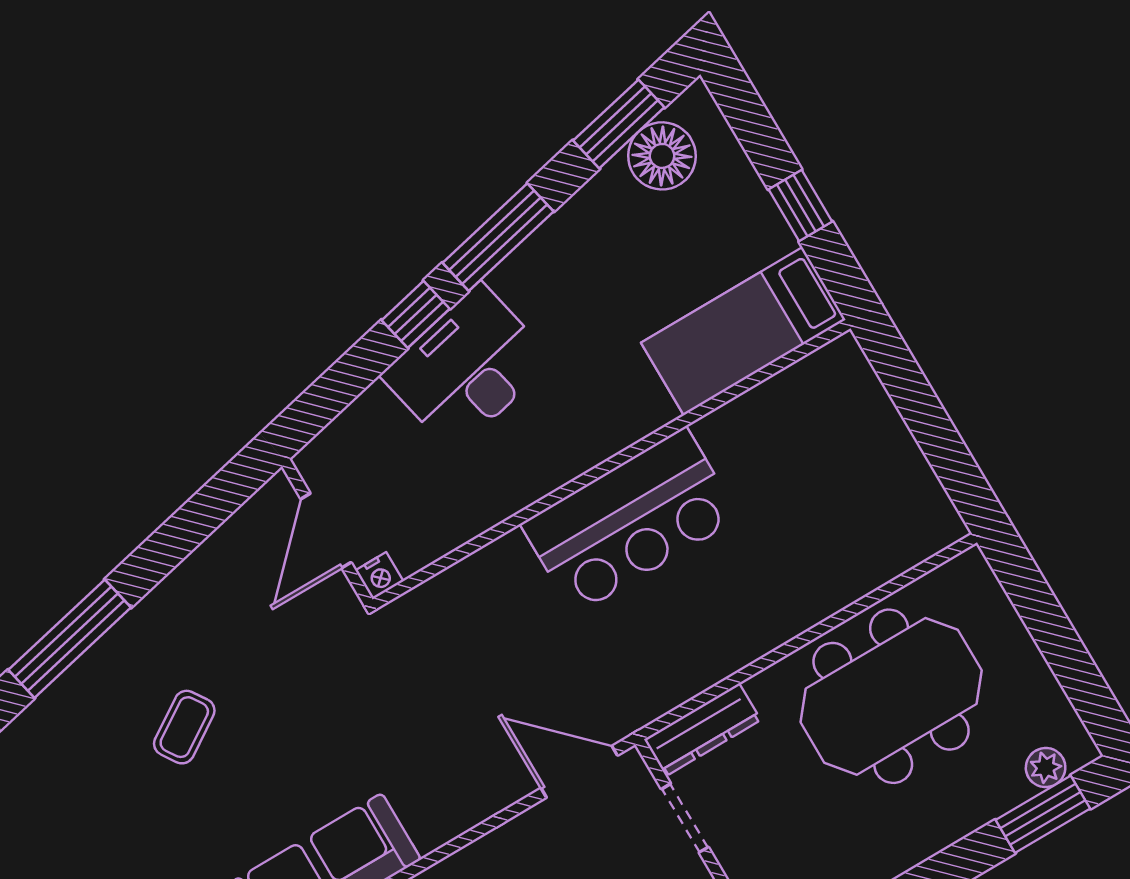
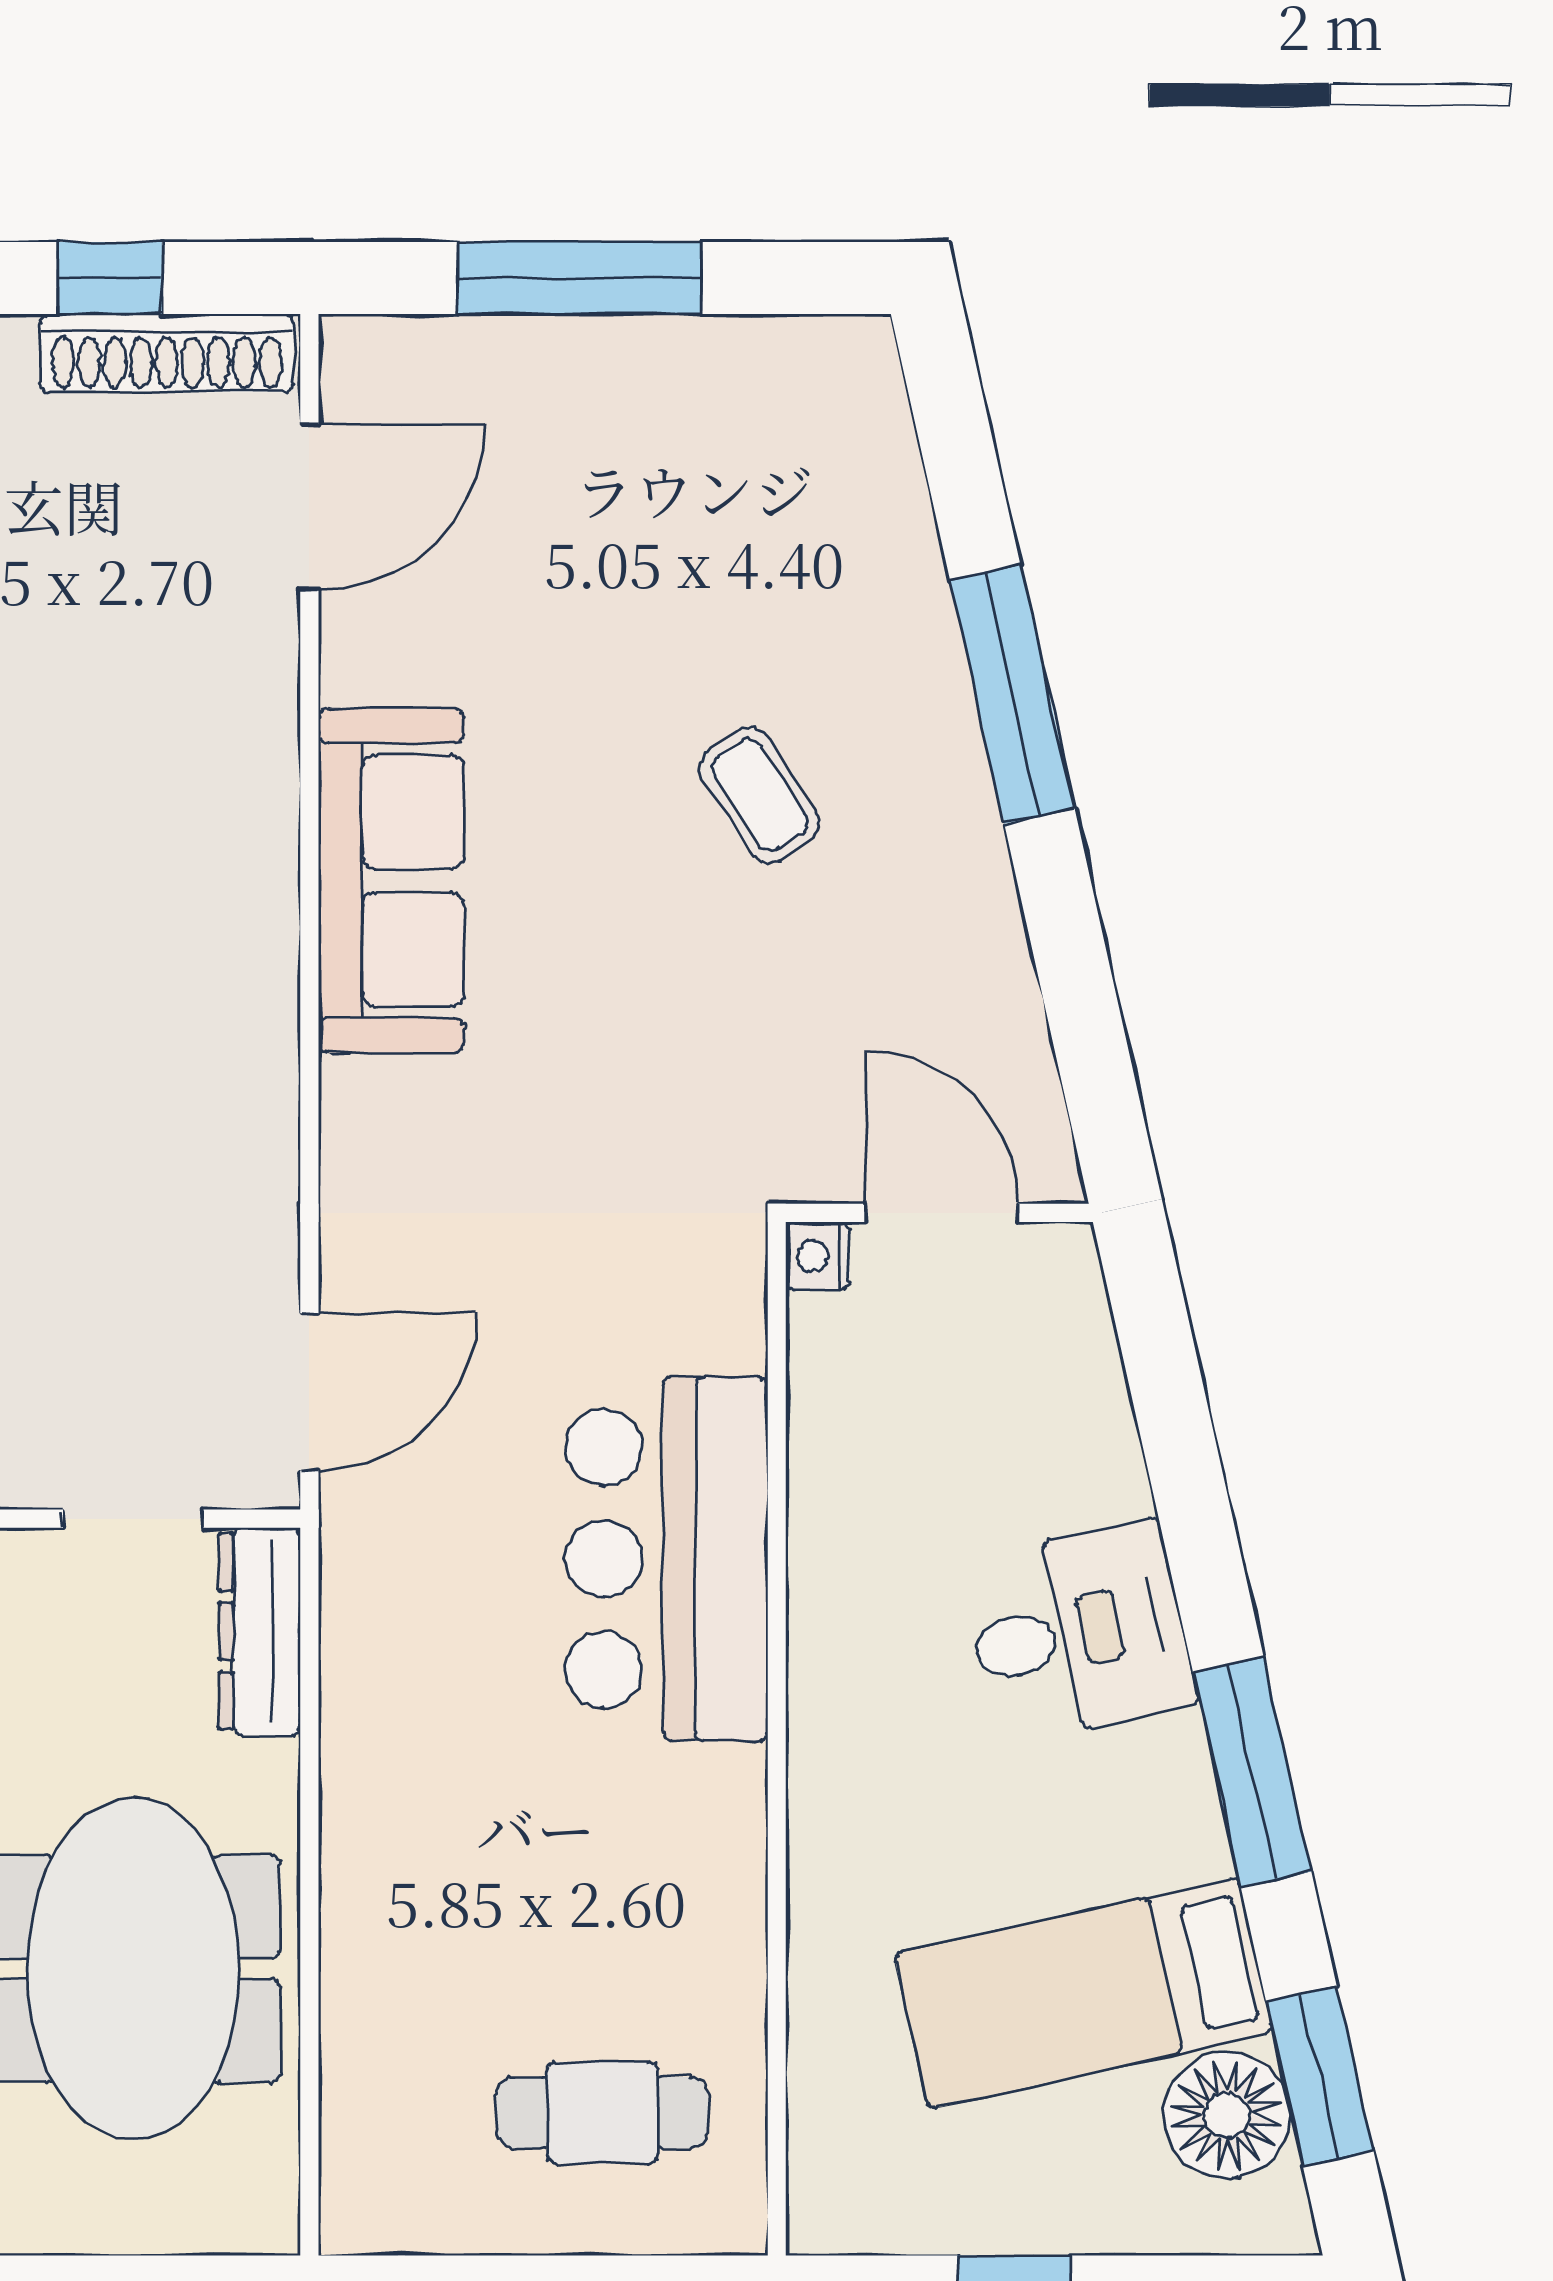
window: (416, 314) -> (1206, 1565), removed
bed: (743, 331) -> (1083, 1993), moved, turned -103
desk: (467, 368) -> (1078, 1632), width x0.73
cafe table: (830, 443) -> (602, 2113), added
bar counter: (630, 521) -> (667, 1559), moved

